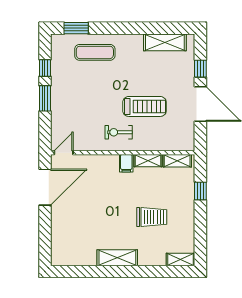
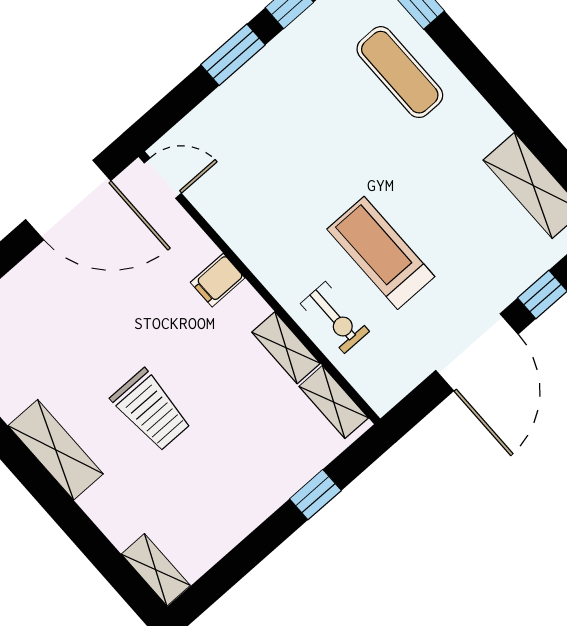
treadmill: (145, 106) -> (381, 253), turned 180
exercise bike: (119, 132) -> (335, 317), moved, turned 180
filing cabinet: (126, 163) -> (218, 280), moved
trolley: (152, 217) -> (151, 410), moved

